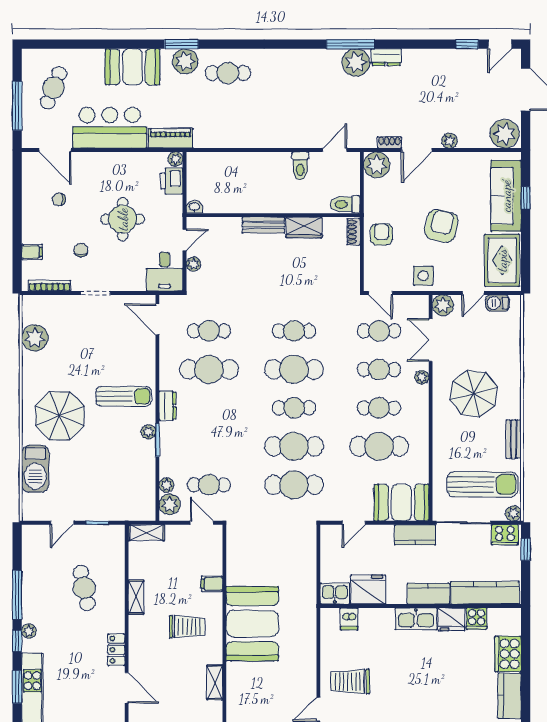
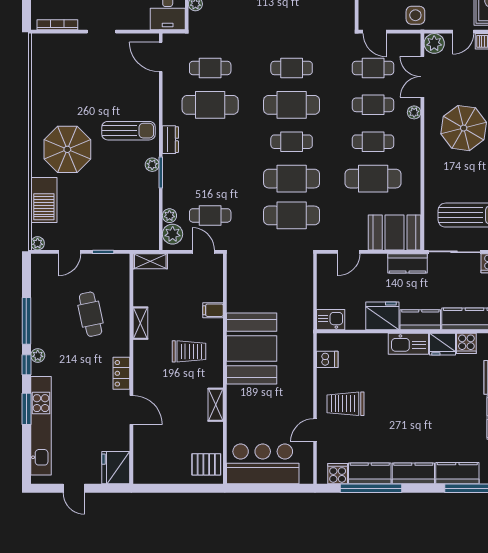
plant: (35, 338) -> (38, 243), moved, width x0.53, depth x0.53
fridge: (368, 590) -> (382, 316), moved
dishwasher: (349, 619) -> (327, 359), moved, turned -90

